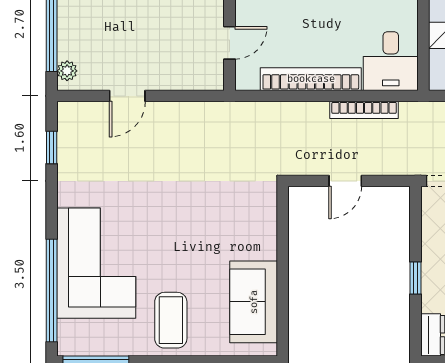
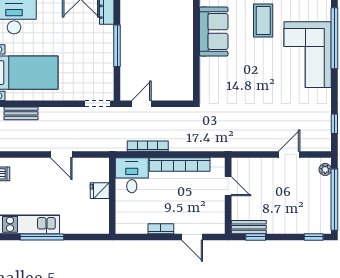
door: (230, 43) -> (228, 186), swing flipped
door: (345, 181) -> (141, 104), moved
window: (415, 278) -> (117, 46), width x2.17

